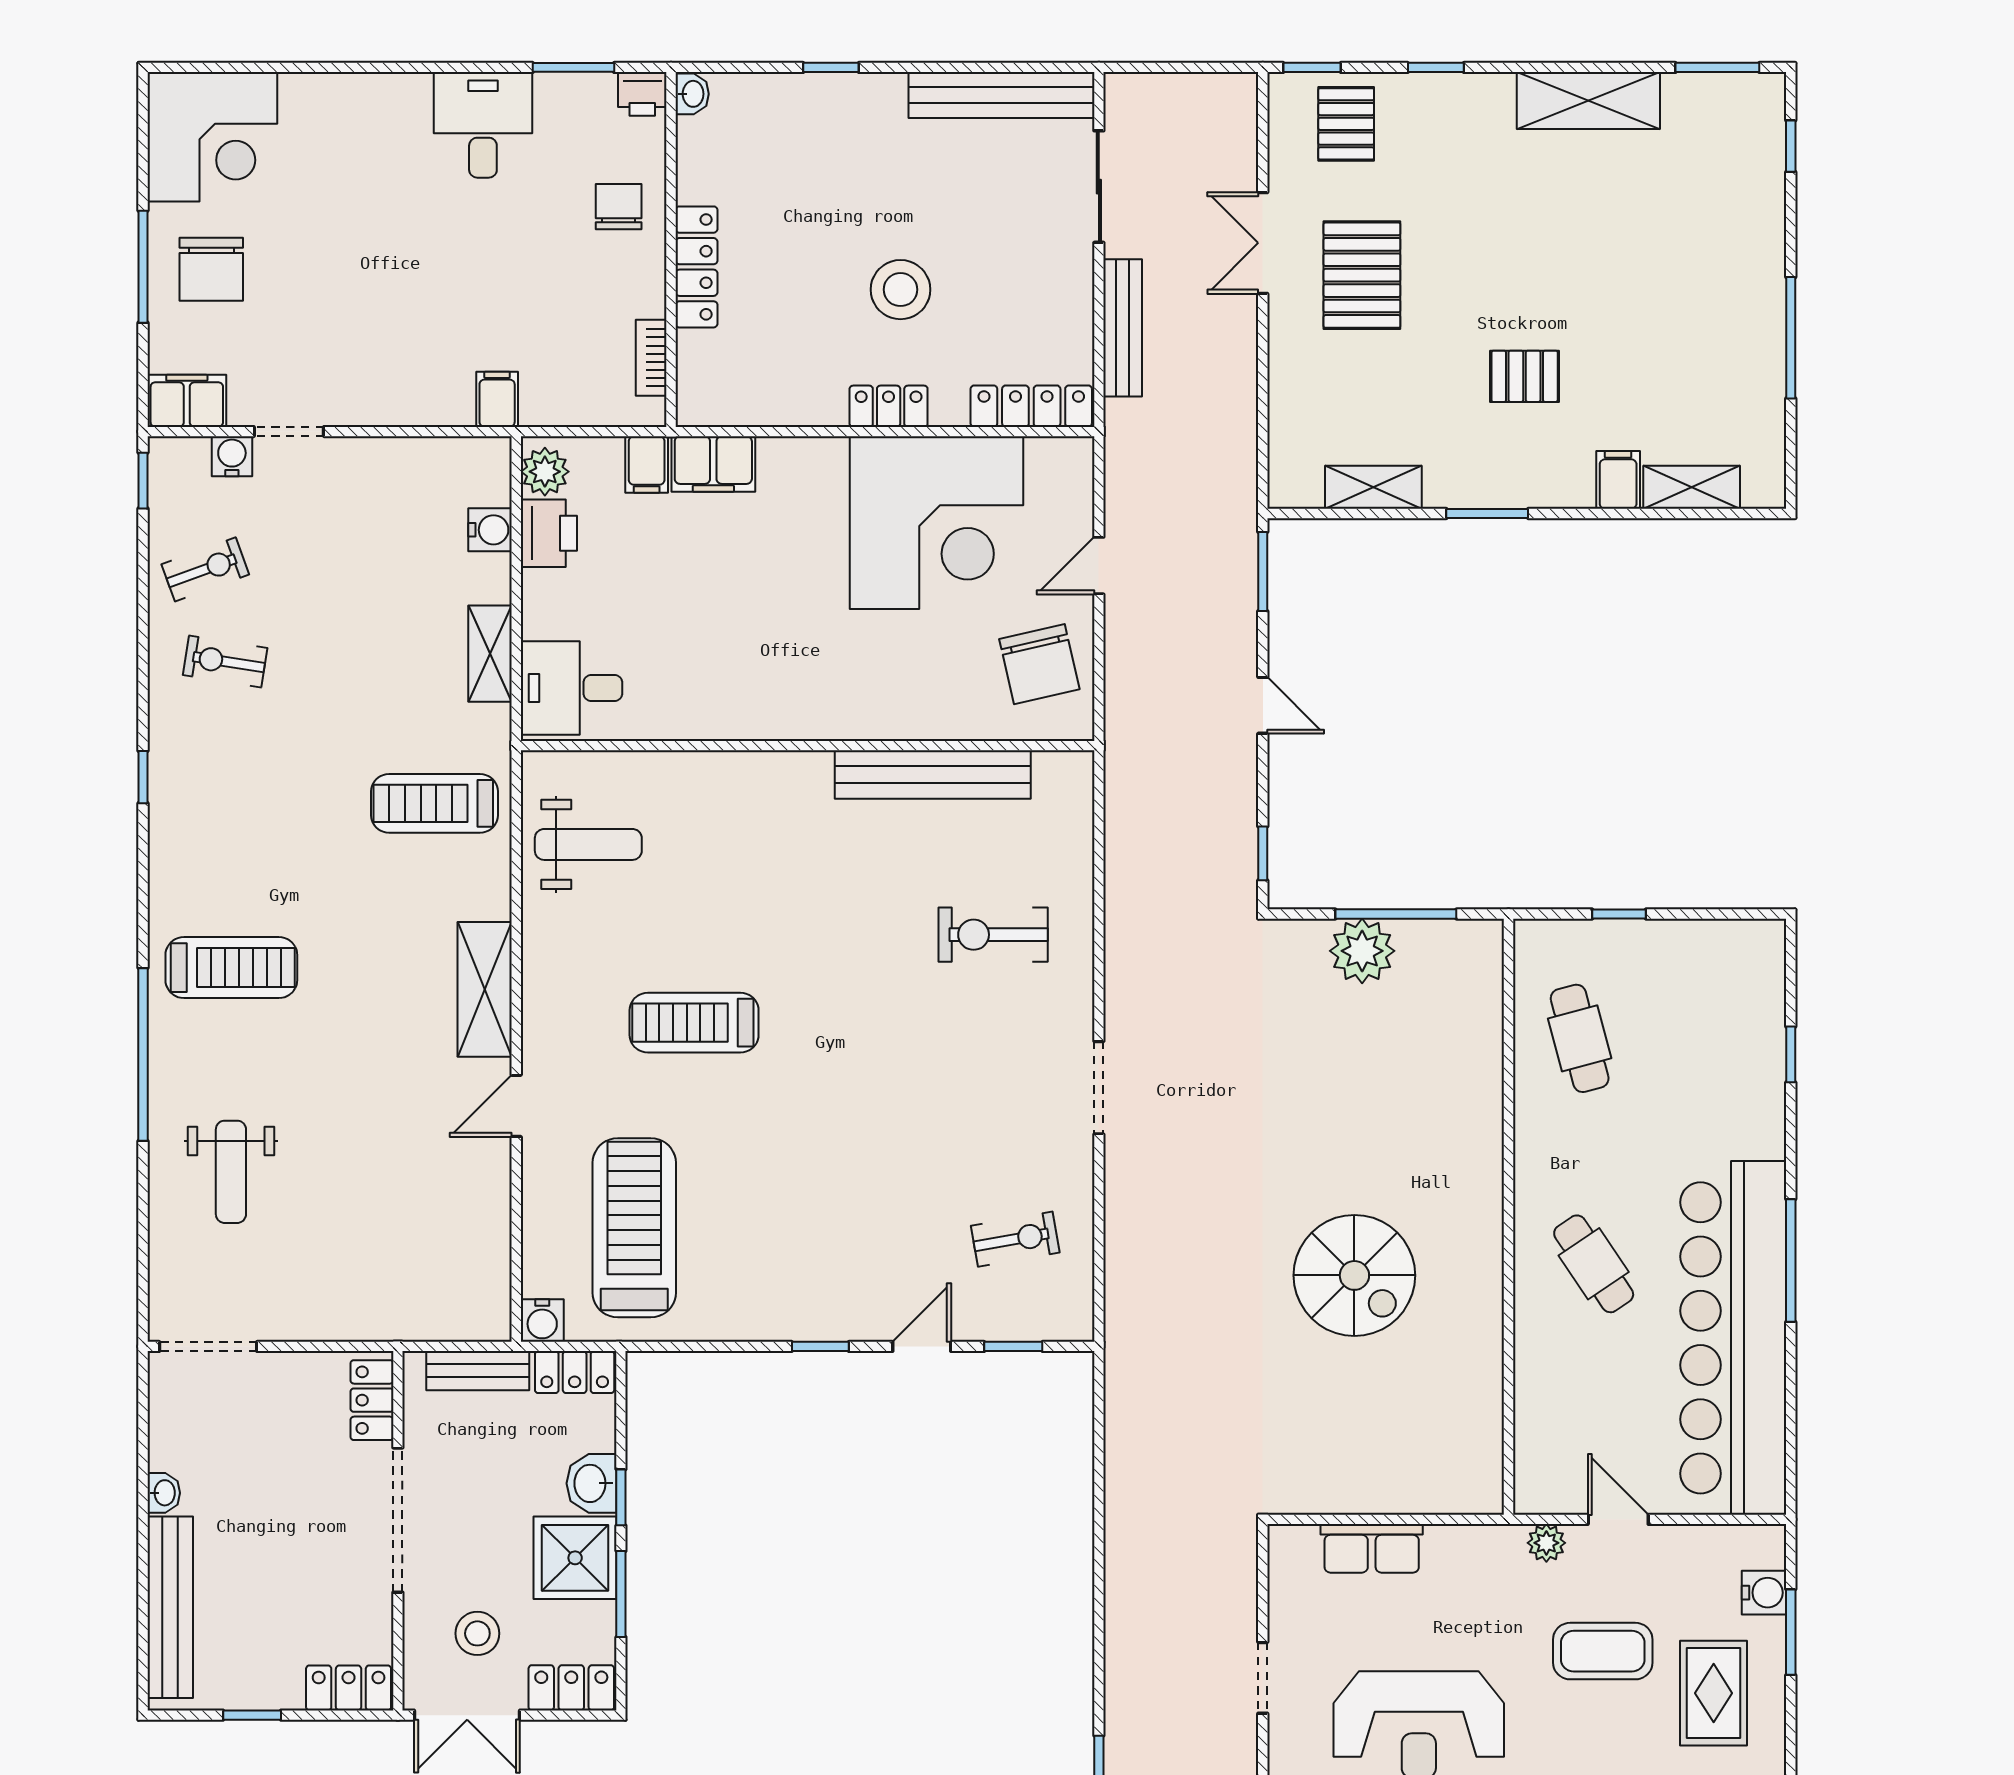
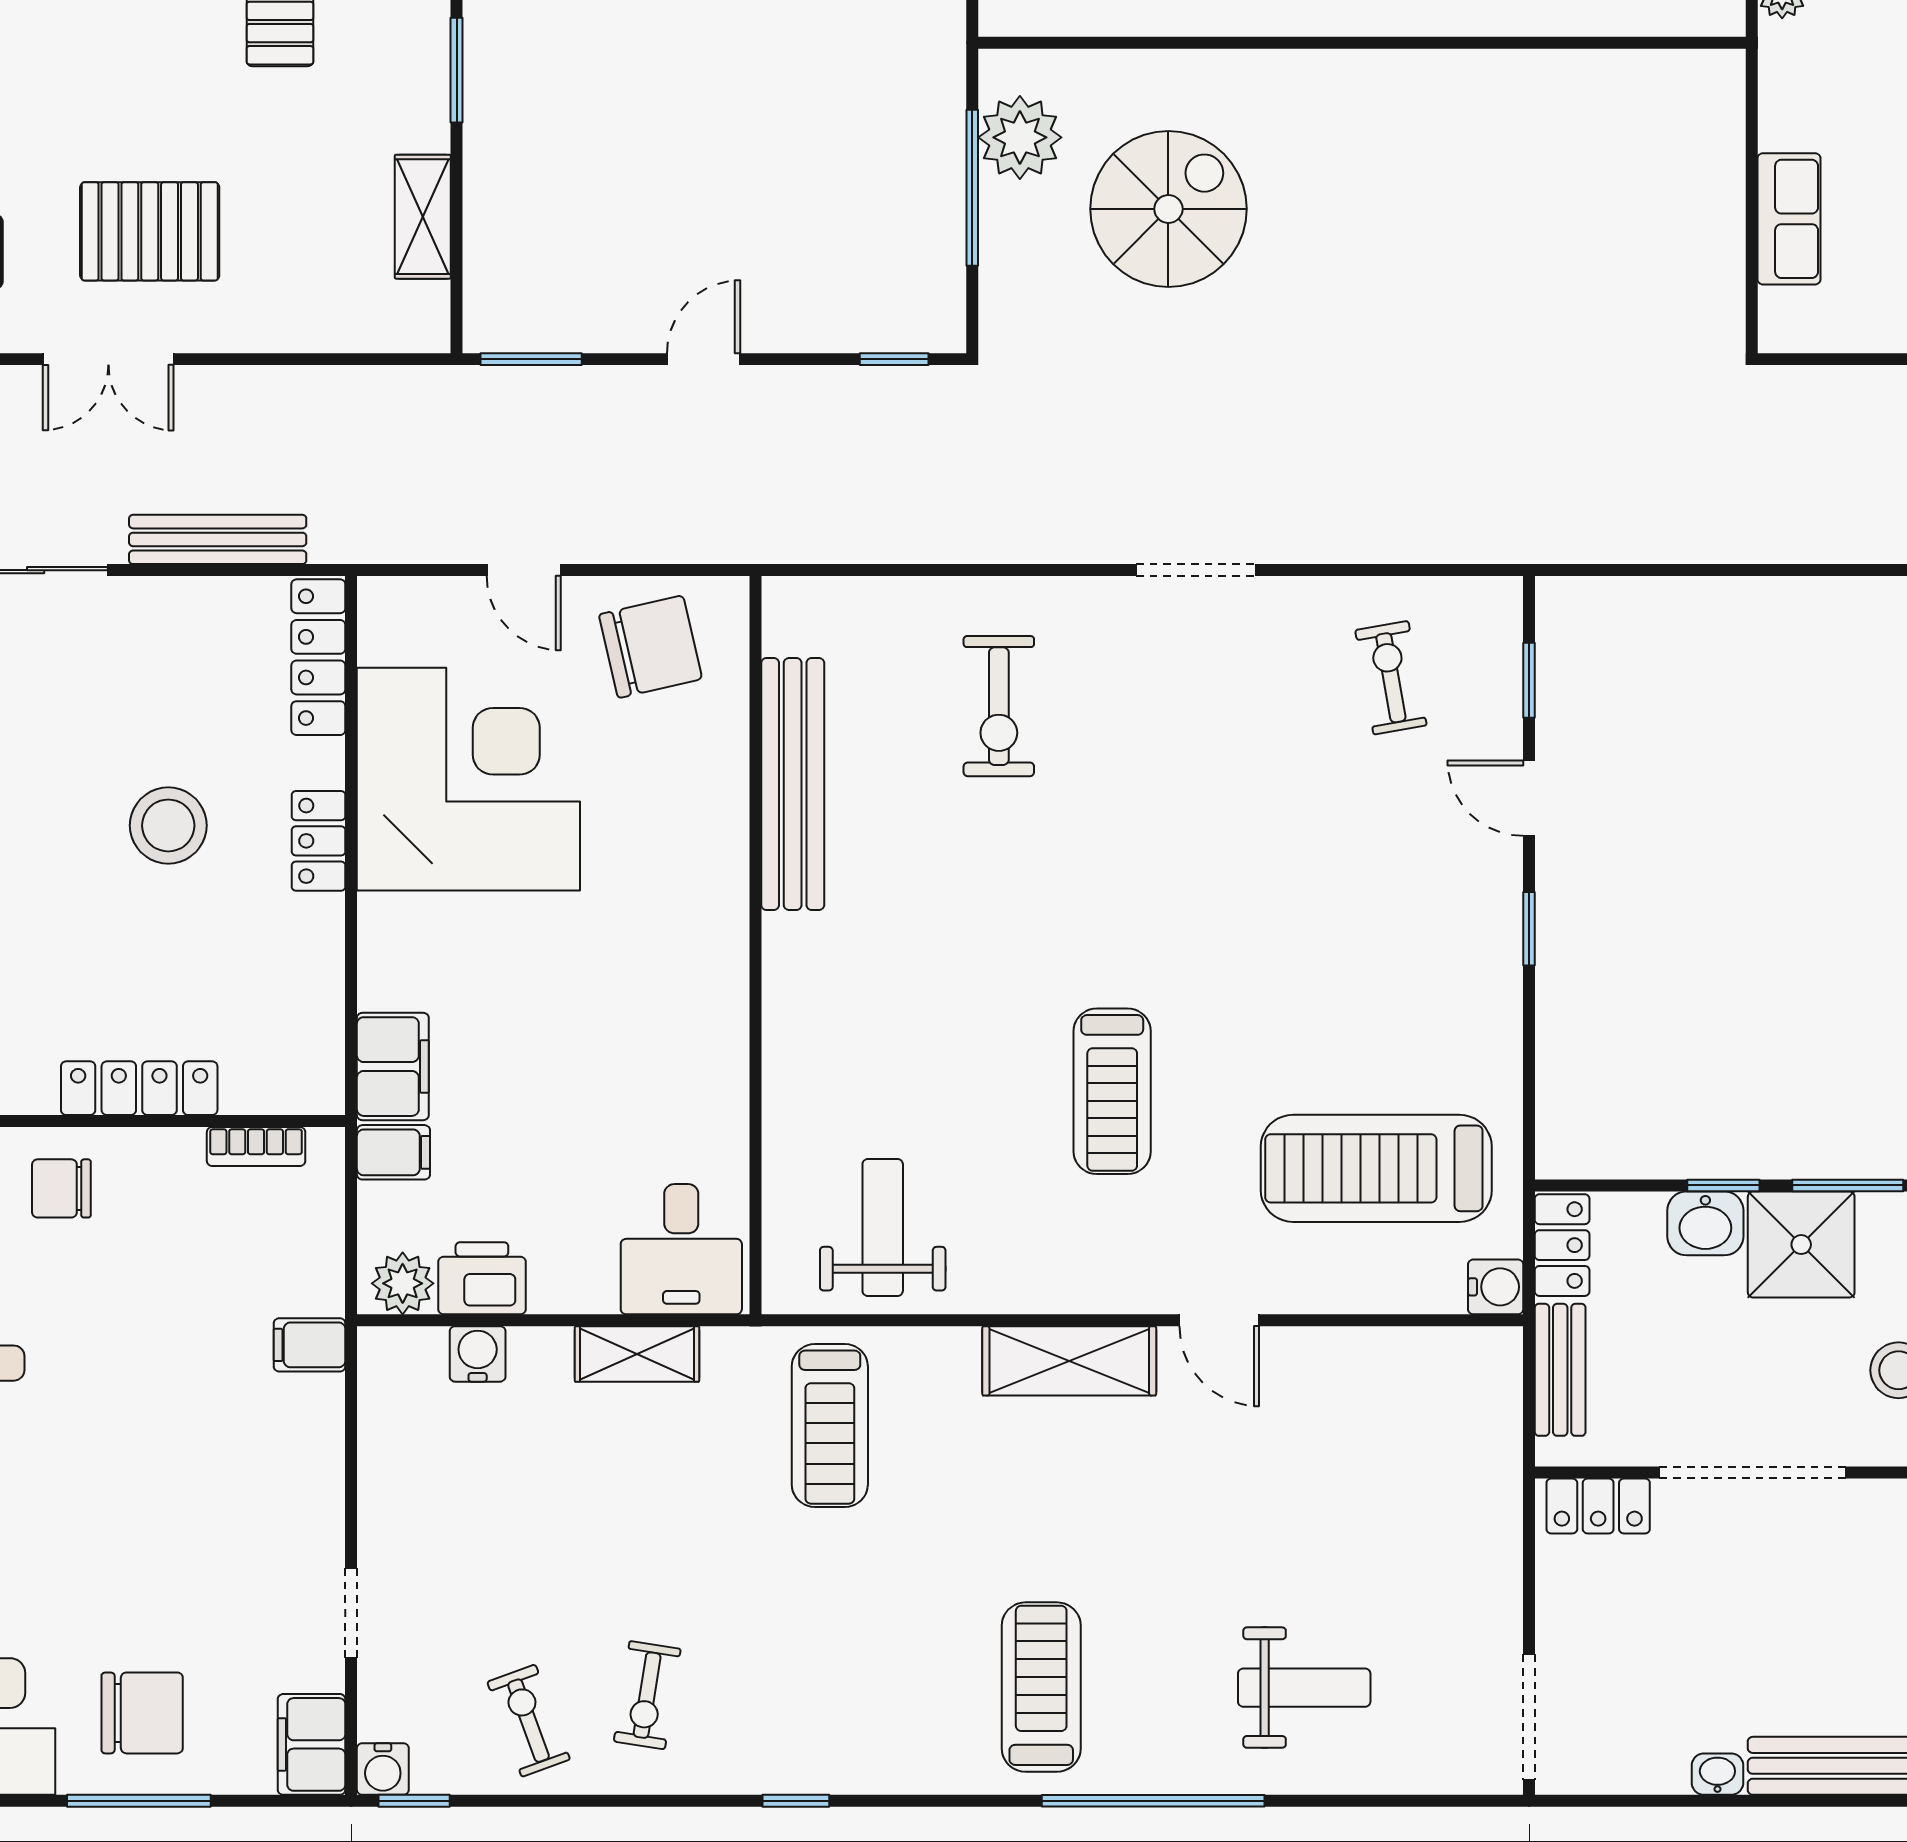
water cooler: (232, 456) -> (383, 1769), moved, turned -90
plant: (1362, 951) -> (1020, 137), moved
spiral stairs: (1354, 1275) -> (1168, 209), moved

